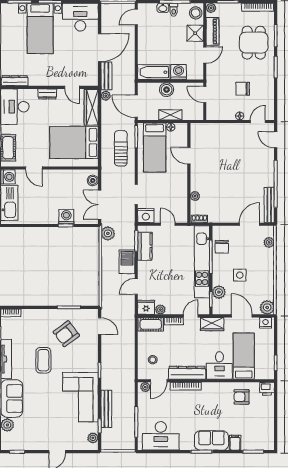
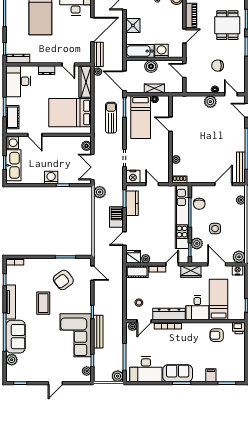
shower: (195, 33) -> (133, 25), moved
door: (258, 122) -> (231, 94), hinge flipped
plant: (234, 130) -> (210, 102), added
washing machine: (66, 217) -> (51, 177), moved
bench: (106, 409) -> (98, 332), moved
sofa: (211, 440) -> (178, 373), moved
plant: (128, 444) -> (118, 376), added

